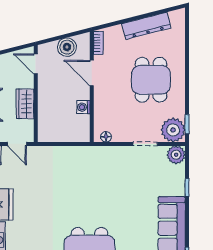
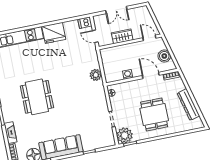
door: (36, 64) -> (149, 38), hinge flipped
door: (92, 73) -> (151, 75), hinge flipped
dining table: (151, 80) -> (154, 114), turned 90
door: (17, 144) -> (95, 36), hinge flipped
plant: (176, 155) -> (96, 75), moved

